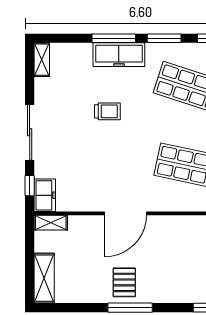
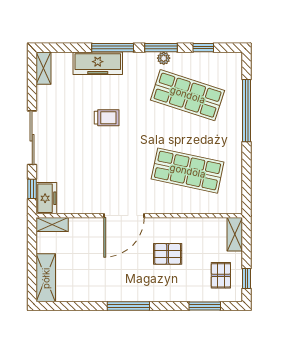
plant: (167, 49) -> (164, 58), added
freezer: (119, 55) -> (98, 63), moved
pallet: (124, 282) -> (168, 254), moved, turned 90

